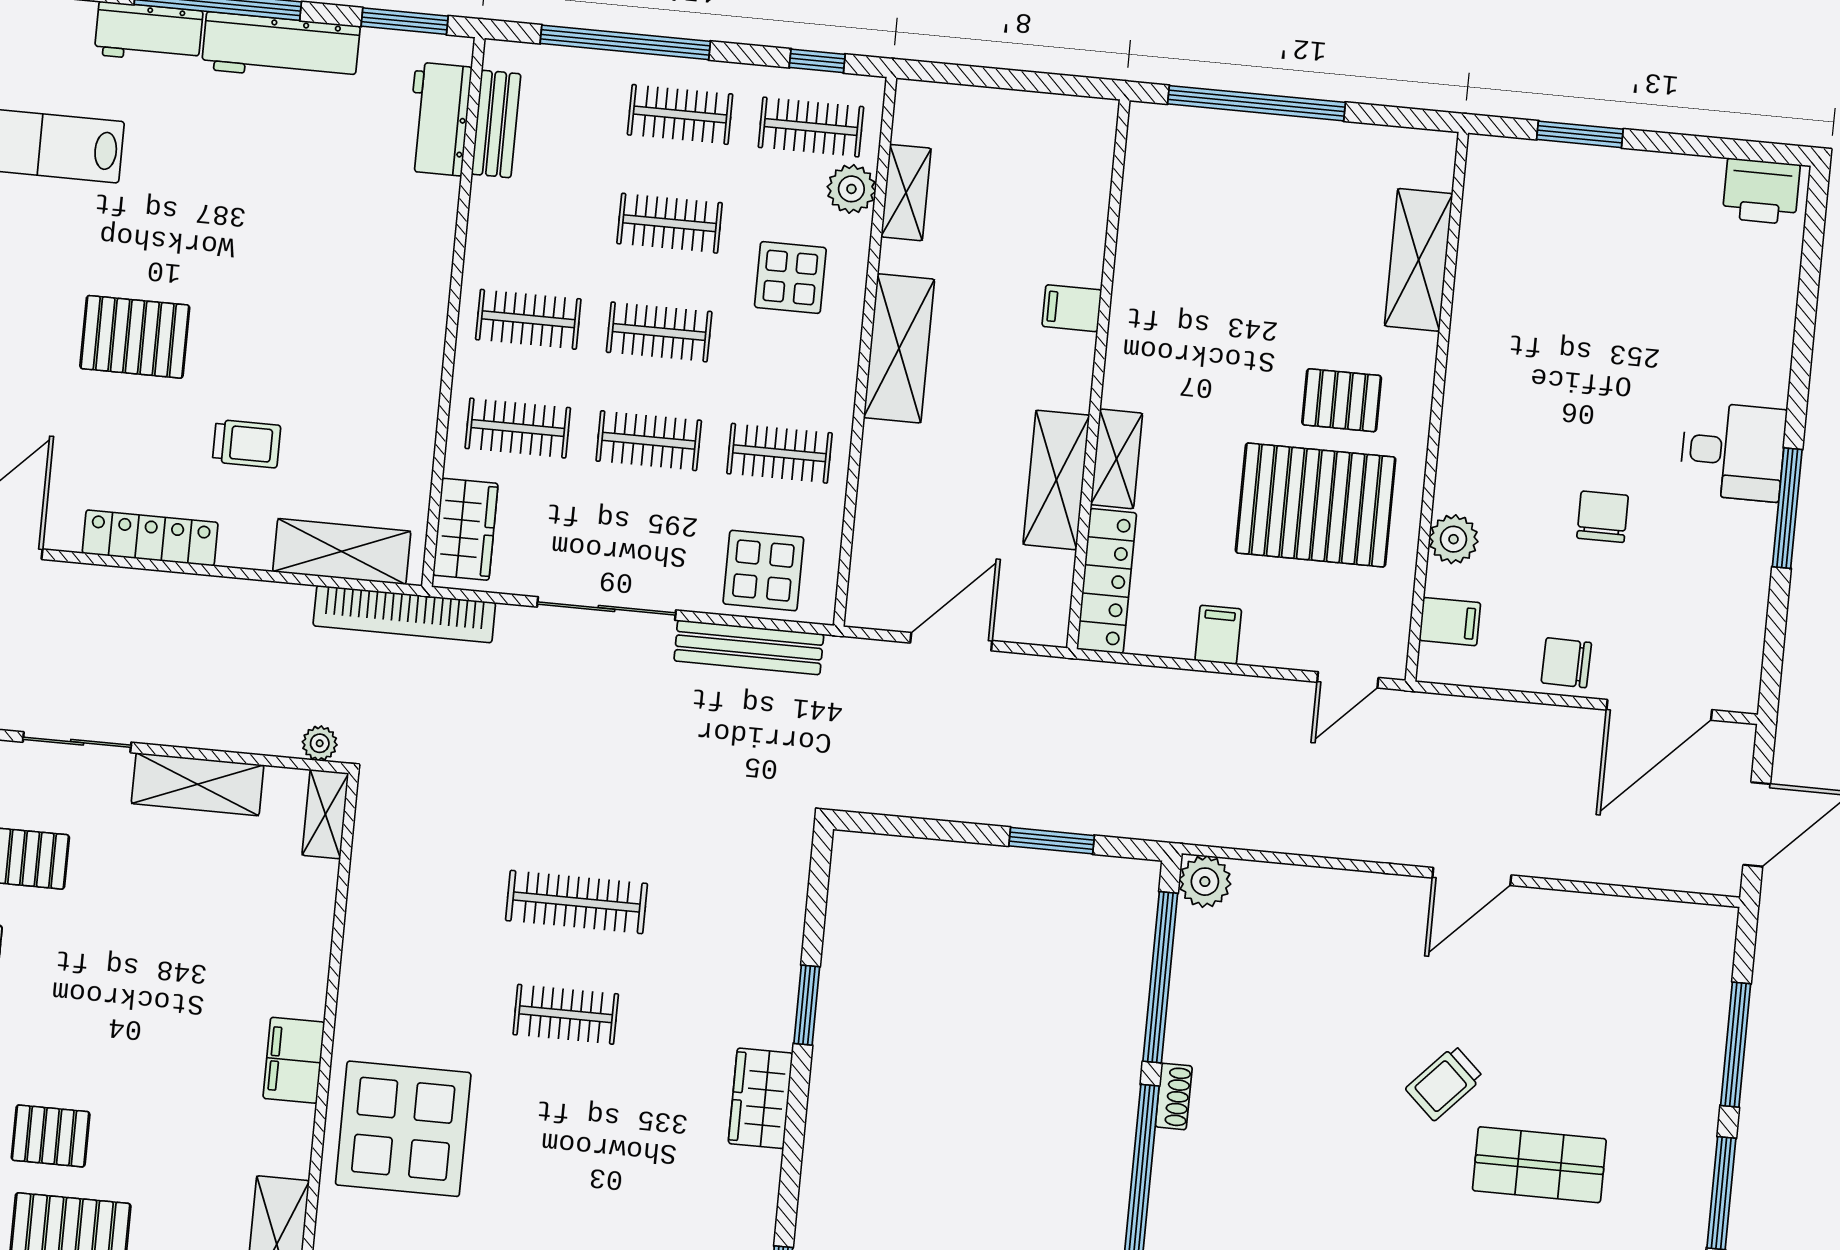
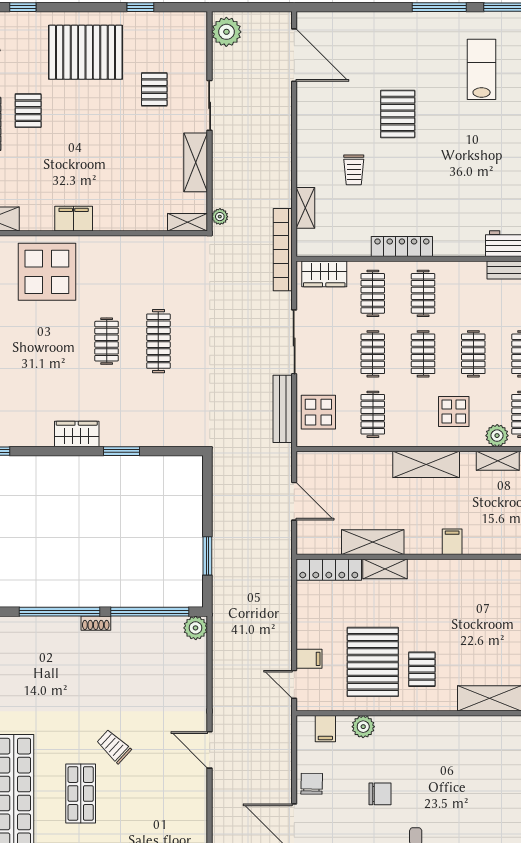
locker: (150, 538) -> (402, 246), moved, turned -90
shelving: (342, 551) -> (305, 208), width x0.67, depth x0.75
filing cabinet: (1218, 635) -> (309, 659), moved

